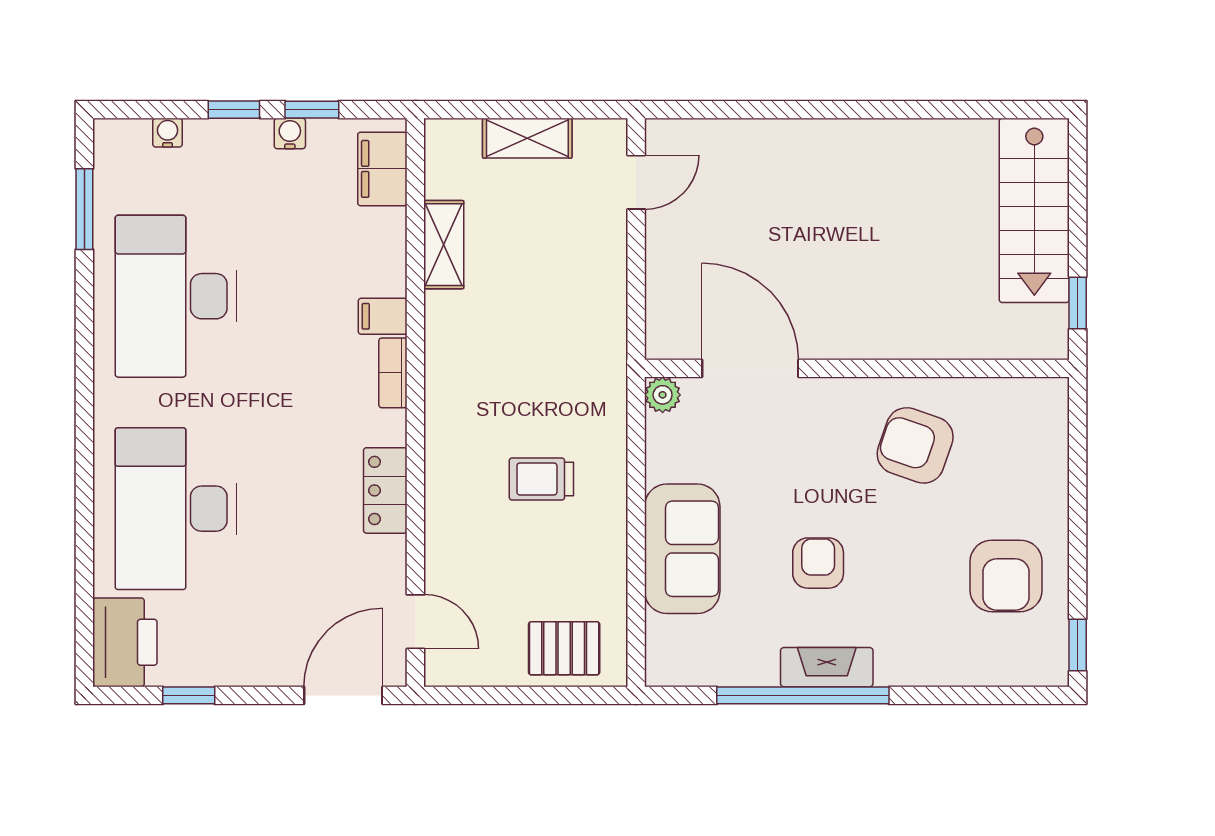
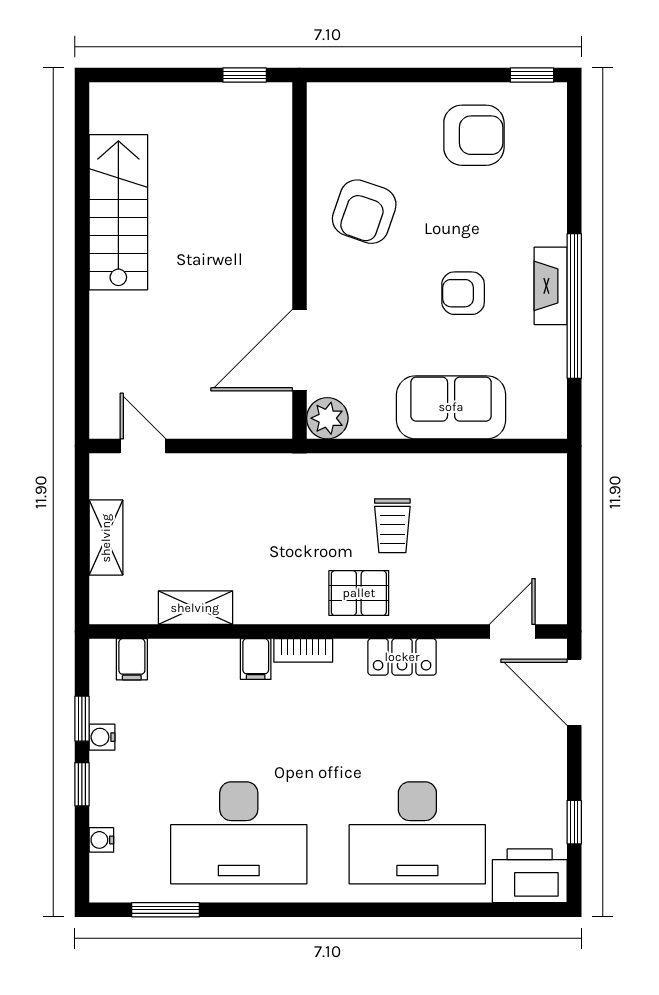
filing cabinet: (382, 169) -> (132, 659), width x0.50
stairs: (1034, 210) -> (118, 212), moved, turned -90
plant: (663, 395) -> (327, 418), width x1.38, depth x1.38
pallet: (564, 648) -> (359, 593), moved, turned 90

